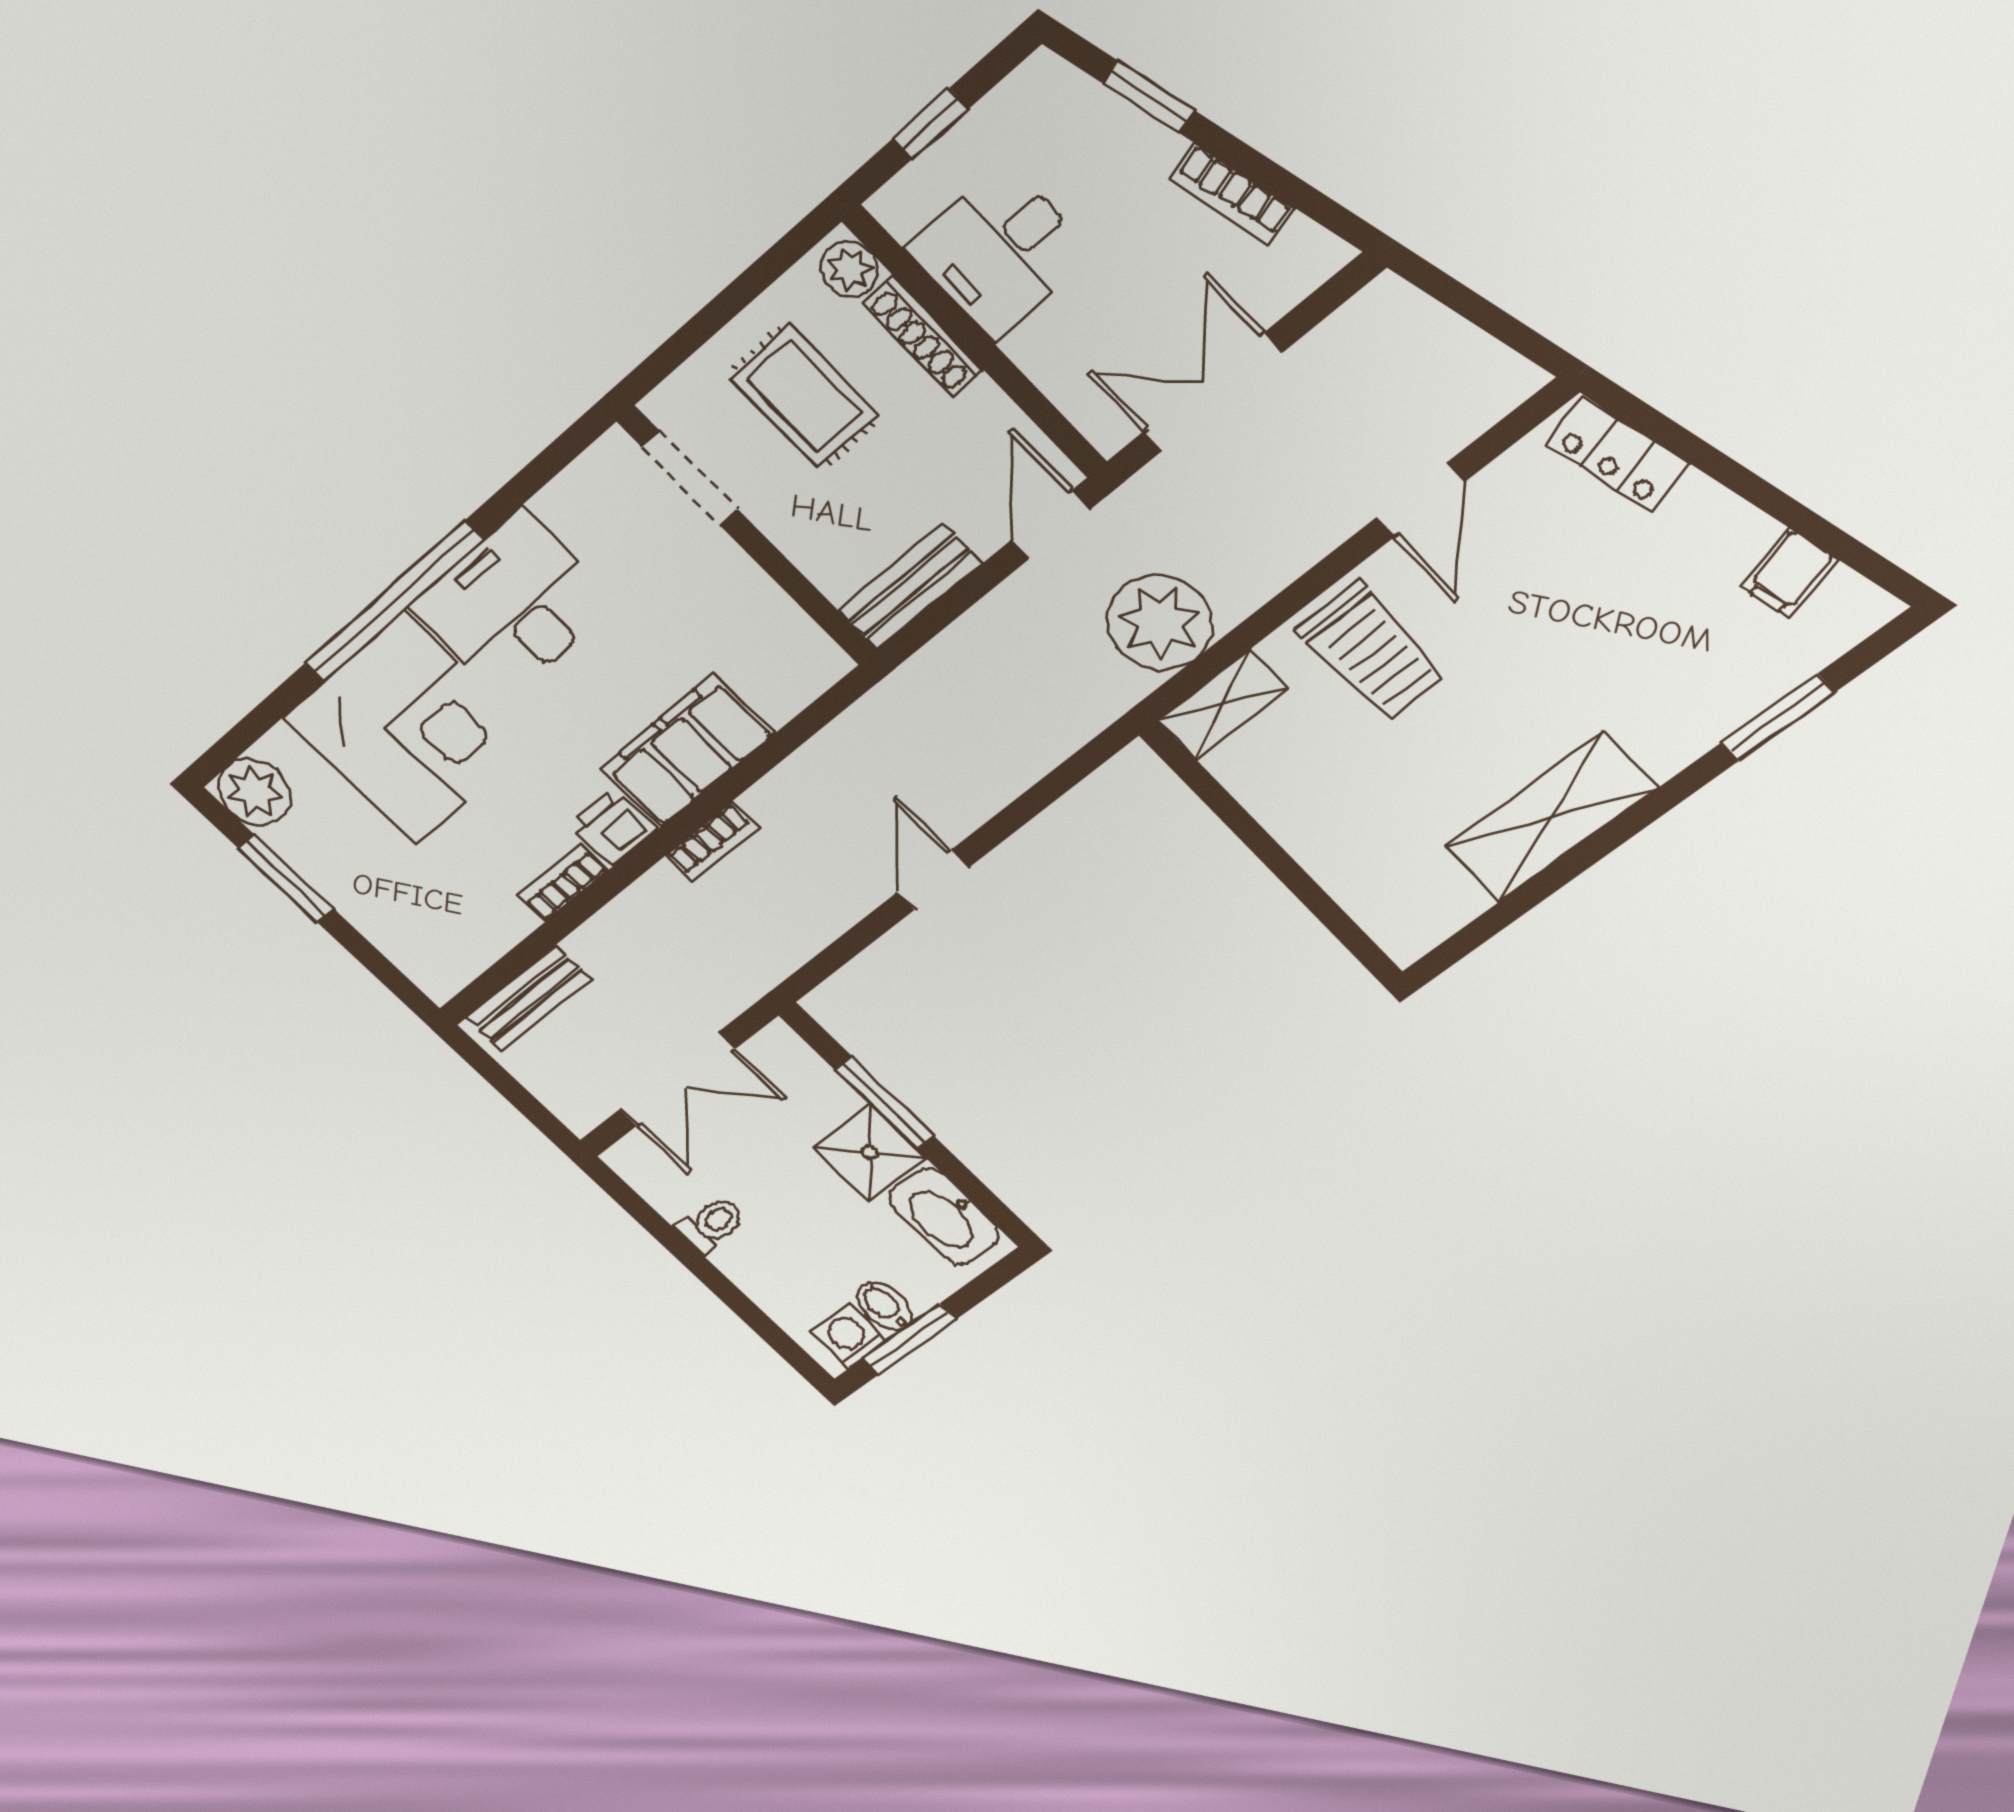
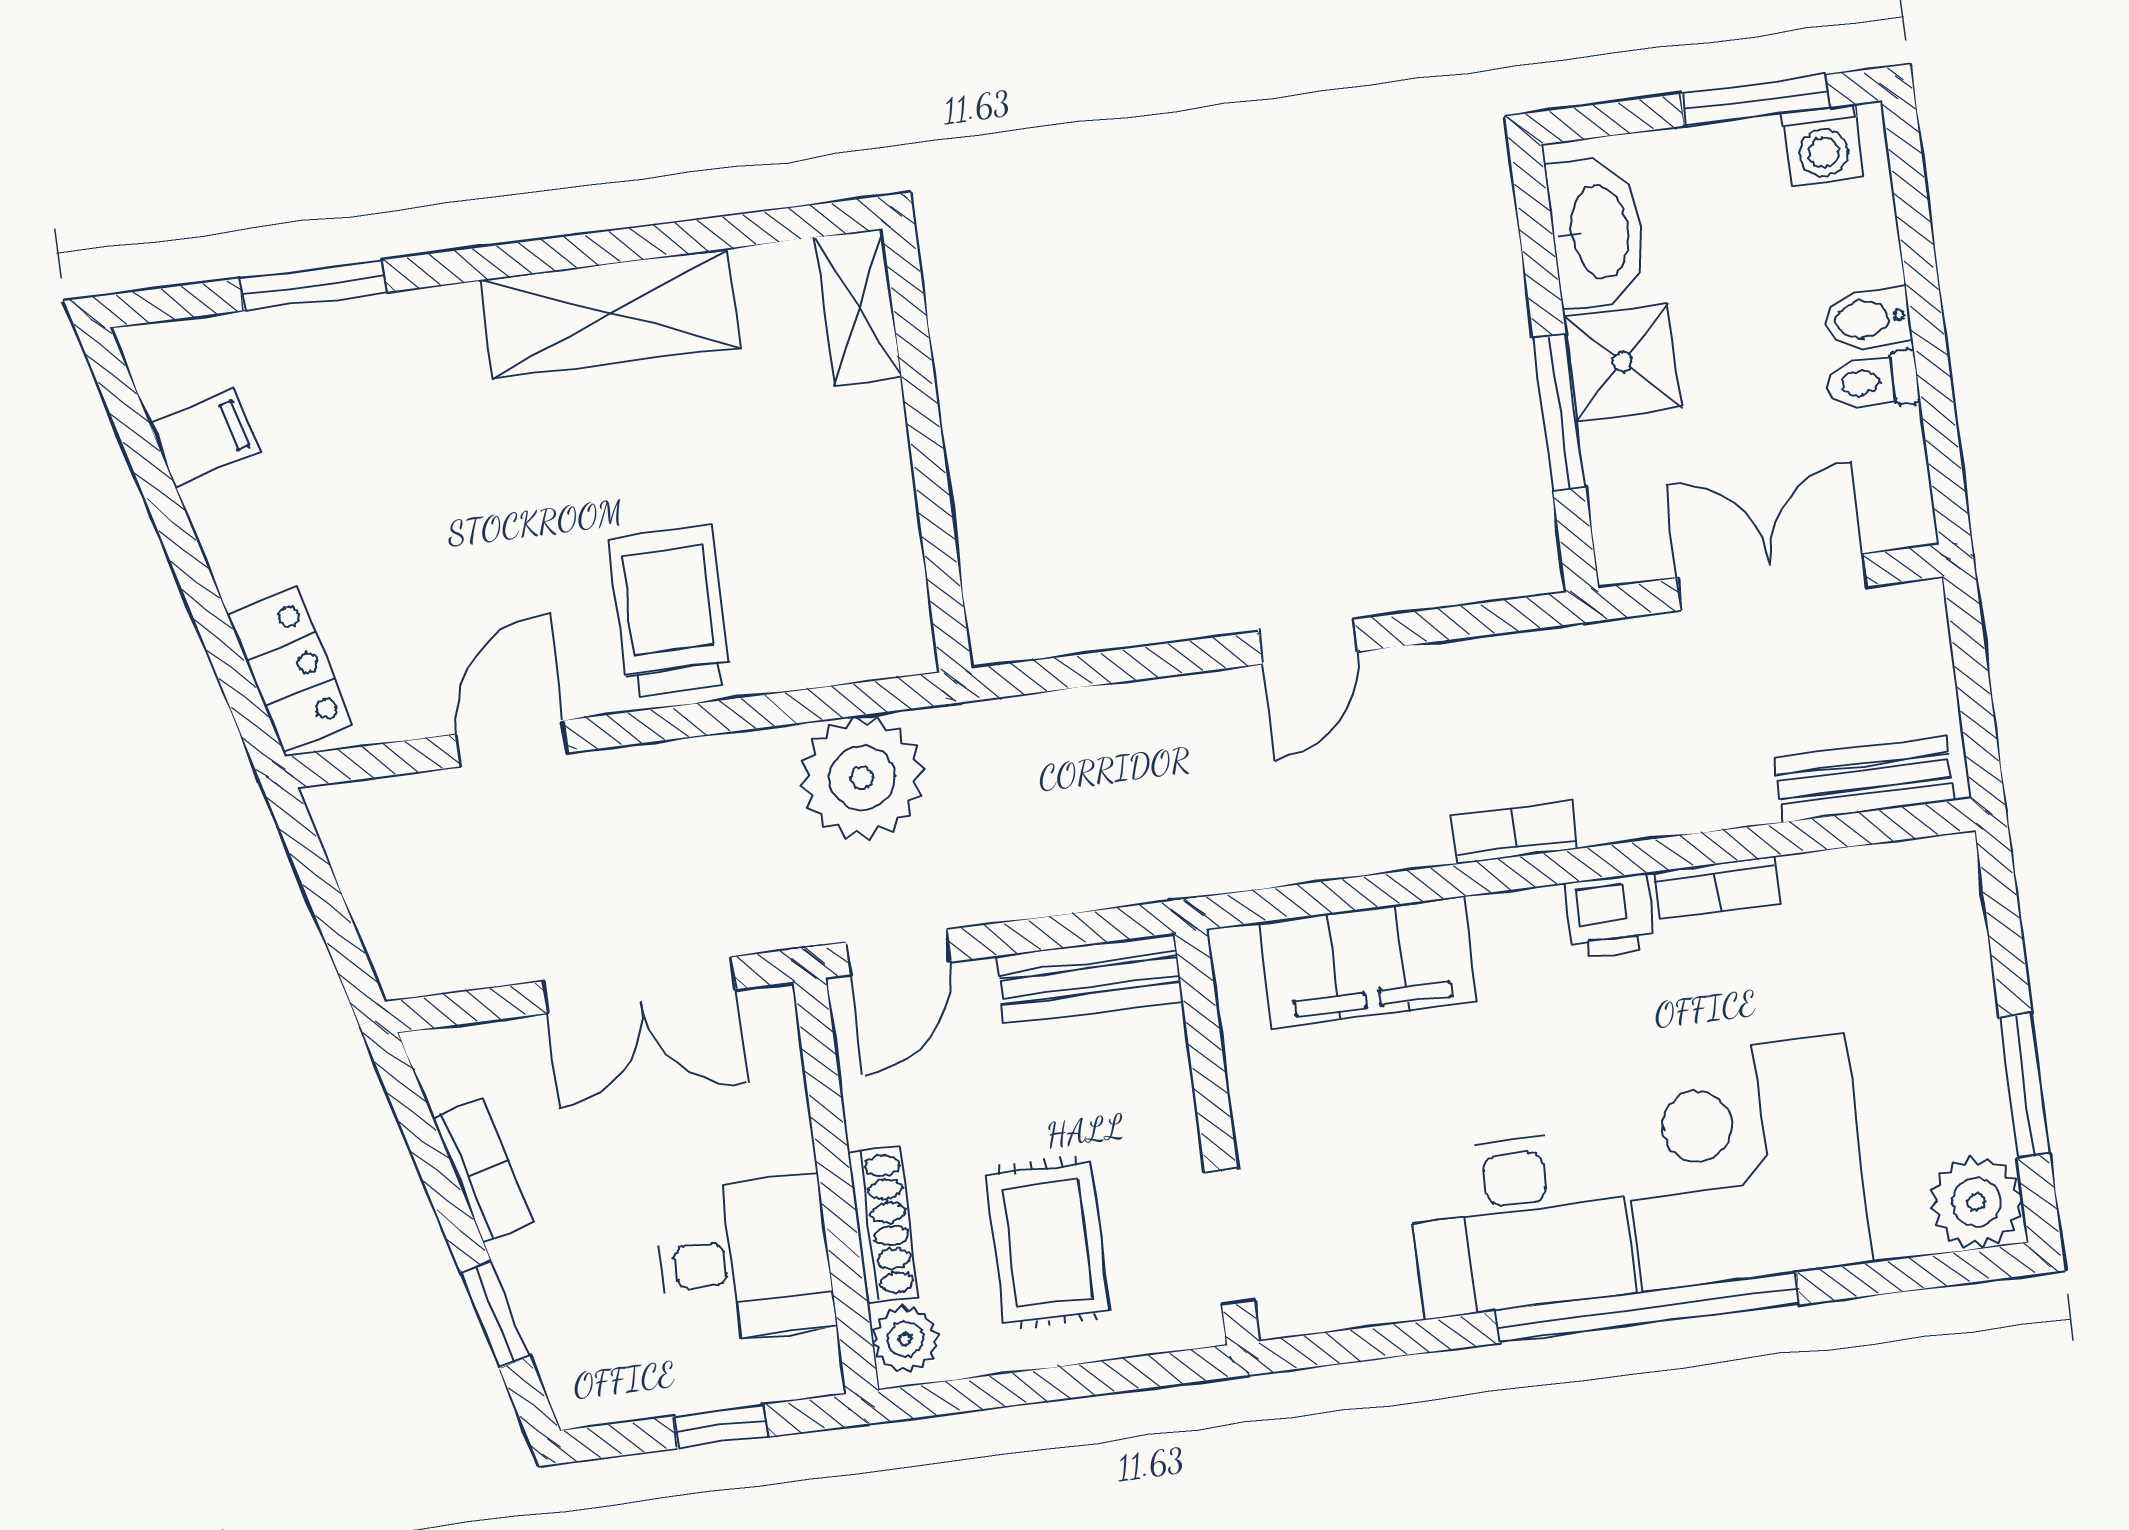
shelving: (1223, 705) -> (858, 307), moved, turned 90
filing cabinet: (687, 751) -> (1368, 962), moved
bidet: (884, 1306) -> (1868, 319), moved, turned 90

